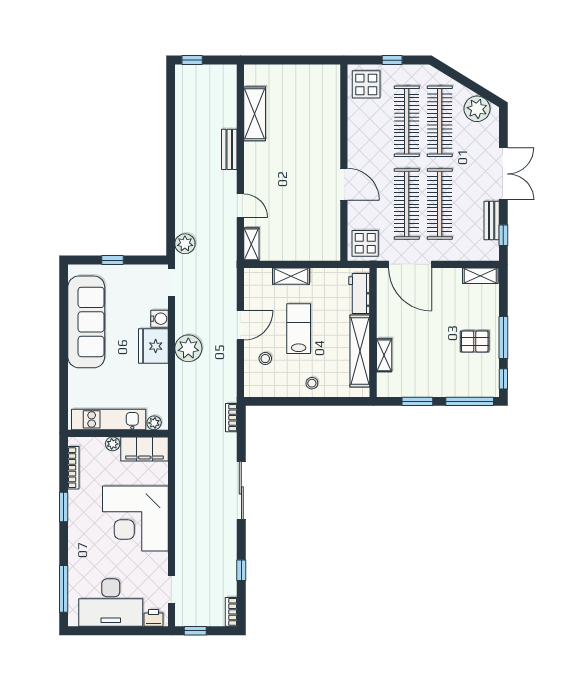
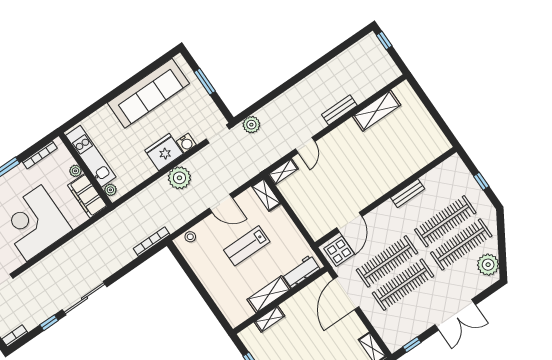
display table: (366, 84) -> (451, 175), removed
door: (344, 184) -> (349, 222), moved
bench: (492, 220) -> (408, 193), moved
window: (113, 260) -> (205, 82), width x1.50
shelving: (291, 276) -> (266, 195), moved
lab bench: (299, 329) -> (247, 246), turned 180
shelving: (360, 351) -> (269, 294), width x0.68
stool: (265, 359) -> (190, 237), moved
stool: (312, 383) -> (215, 282), removed
bookcase: (231, 418) -> (152, 242), width x1.56
sliding door: (241, 490) -> (84, 298), moved

